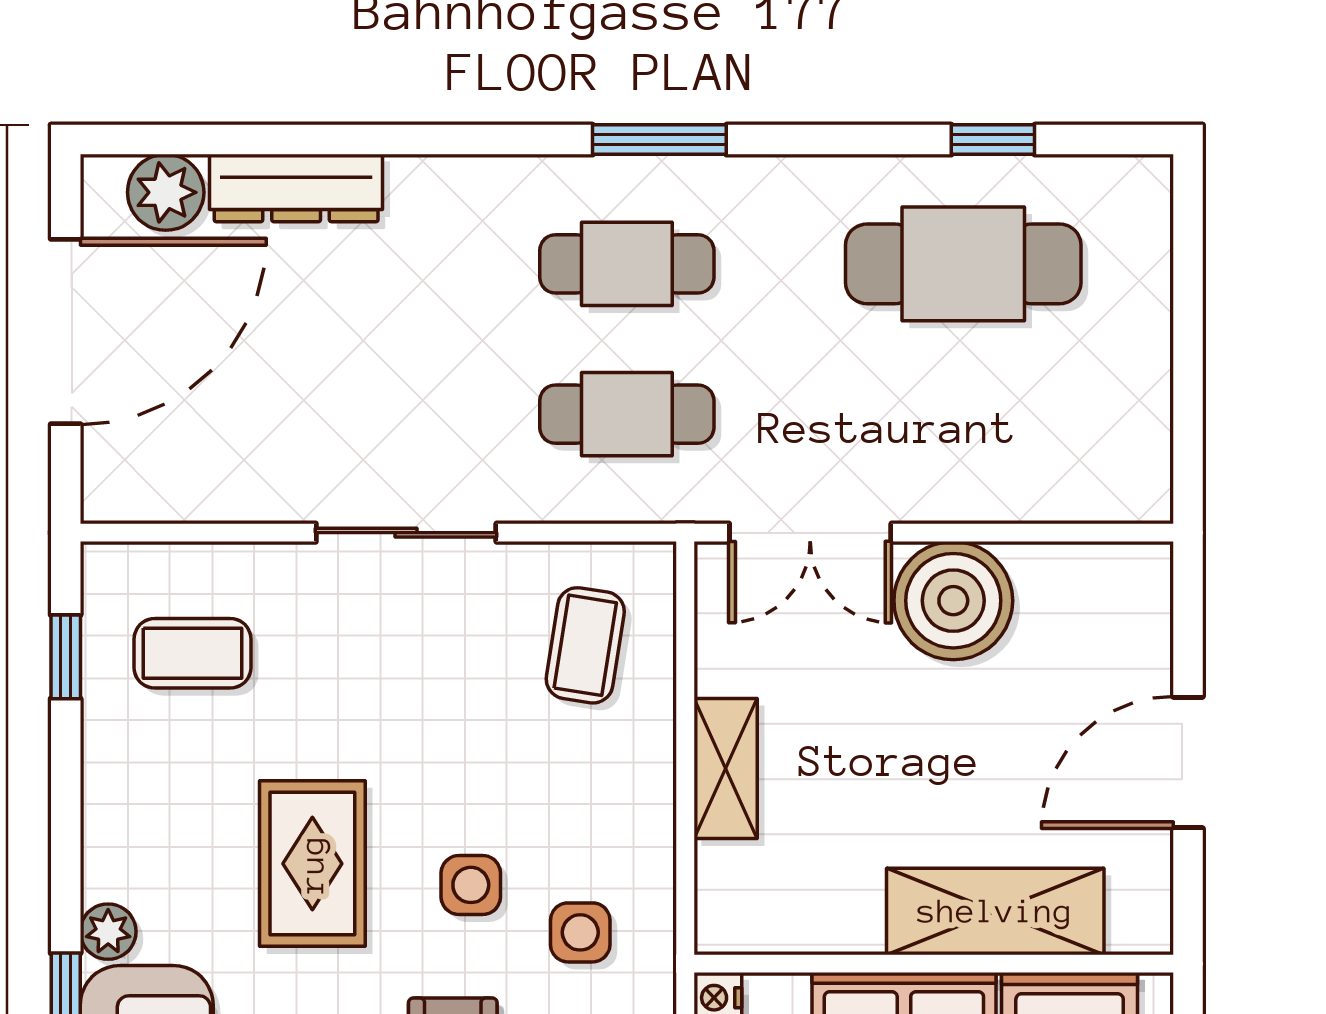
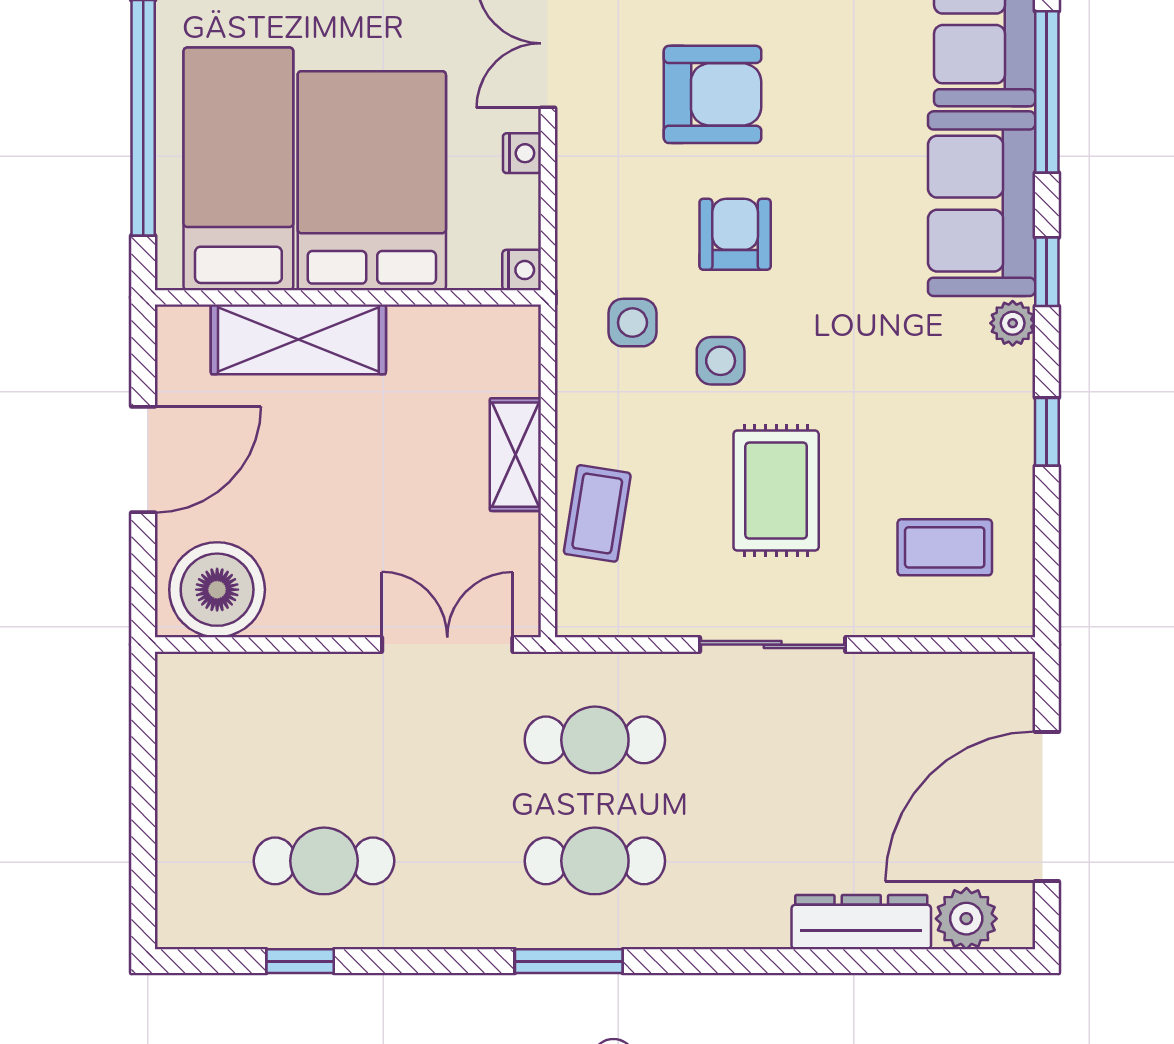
cafe table: (963, 264) -> (324, 861), width x0.73, depth x0.74
boiler: (953, 601) -> (217, 590), moved
coffee table: (585, 645) -> (597, 513), moved
window: (66, 657) -> (1047, 432), moved
rug: (312, 864) -> (776, 491), moved

